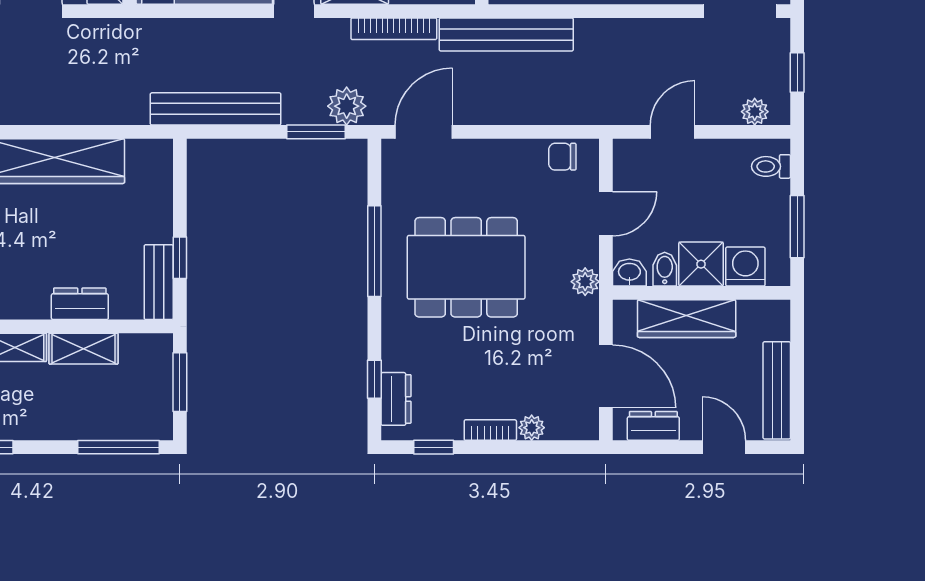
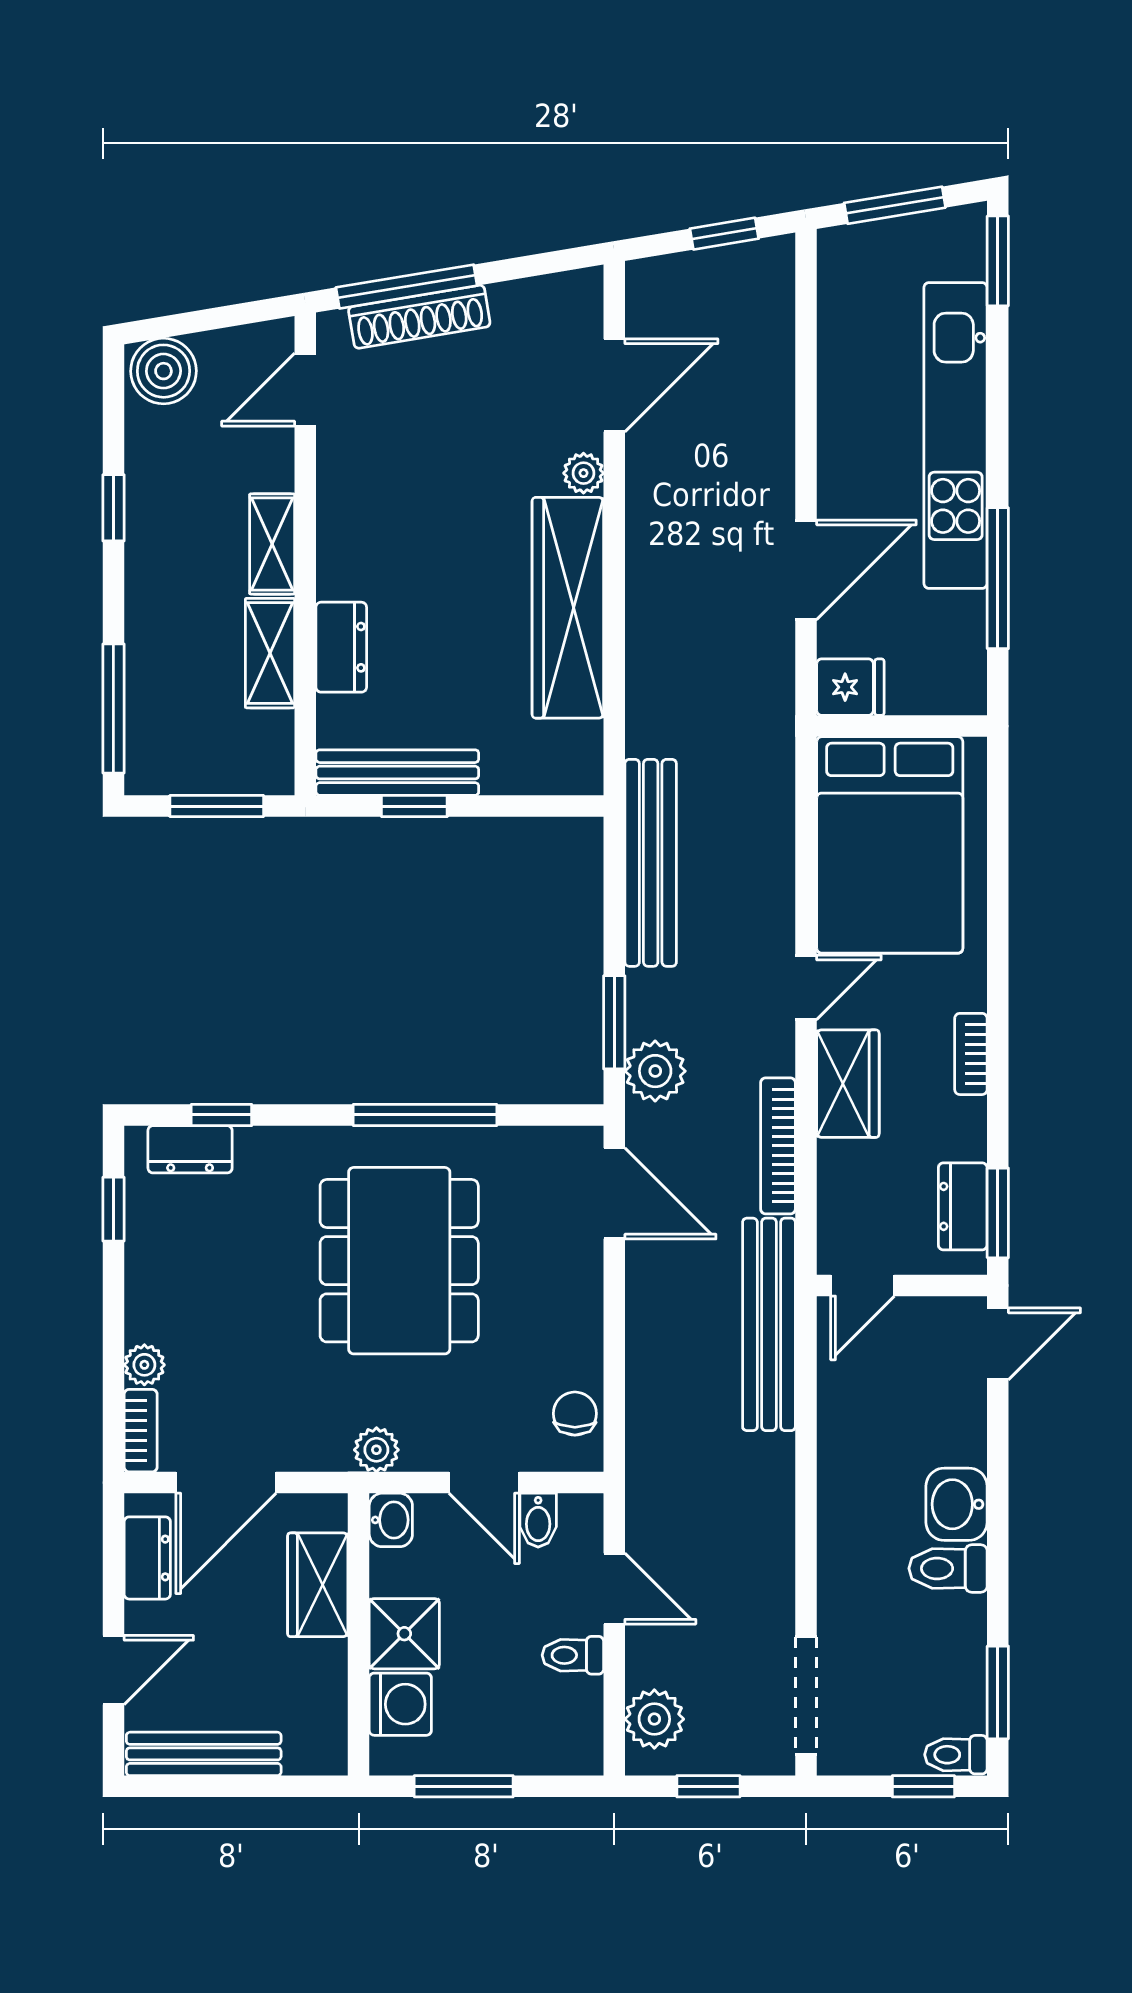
plant: (755, 112) -> (654, 1719), width x1.38, depth x1.38
toilet: (771, 166) -> (573, 1655), moved, turned -90
bidet: (665, 269) -> (538, 1520), moved, turned 90
bench: (159, 282) -> (397, 773), width x1.36
wardrobe: (687, 319) -> (318, 1585), width x0.67
bookcase: (490, 430) -> (141, 1431), moved

